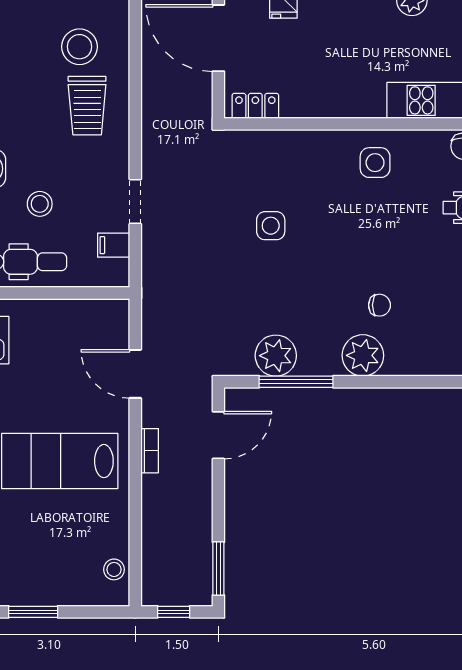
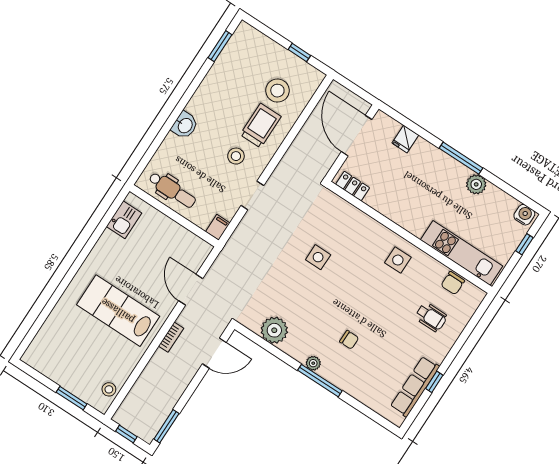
trolley: (87, 106) -> (260, 126), turned 180
stool: (40, 204) -> (236, 156), moved
filing cabinet: (114, 245) -> (218, 227), moved, turned 90
plant: (363, 355) -> (313, 363), width x0.53, depth x0.53
window: (296, 382) -> (320, 381), moved
window: (33, 612) -> (72, 398), moved

